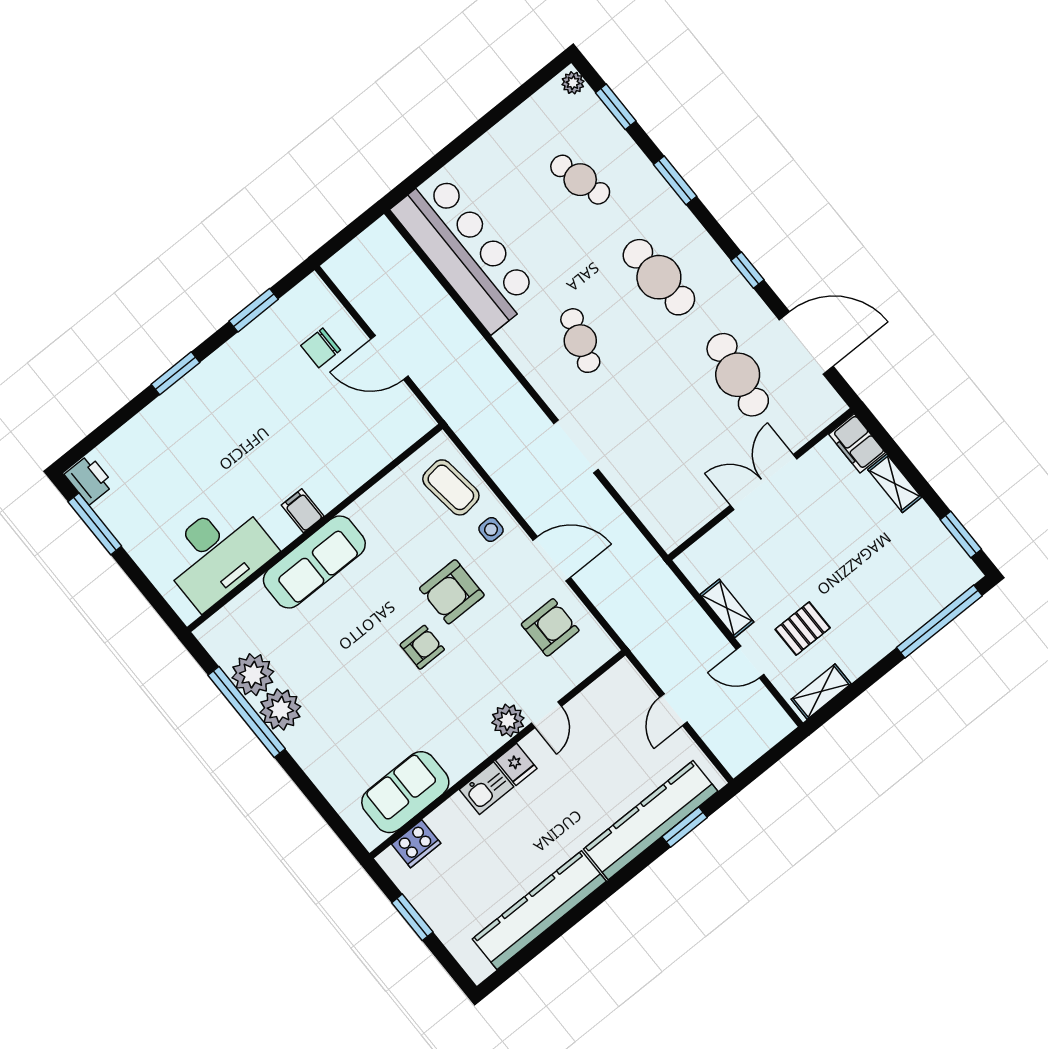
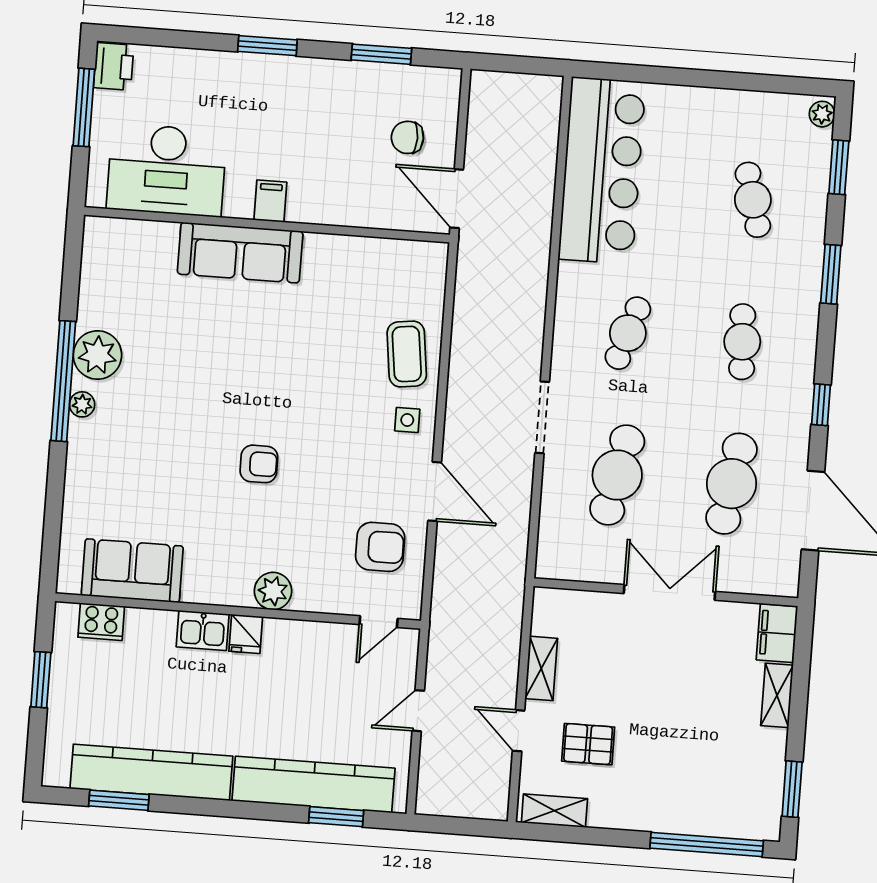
cafe table: (659, 277) -> (742, 342), width x0.73, depth x0.74
cafe table: (659, 438) -> (617, 475), added
filing cabinet: (303, 511) -> (270, 201), moved
wall: (315, 528) -> (267, 225), moved
desk: (217, 553) -> (167, 170), moved
sofa: (314, 562) -> (240, 253), moved
armchair: (452, 592) -> (326, 441), removed
plant: (280, 709) -> (82, 404), width x0.53, depth x0.53
door: (546, 715) -> (379, 622), moved
window: (535, 948) -> (119, 800), added

